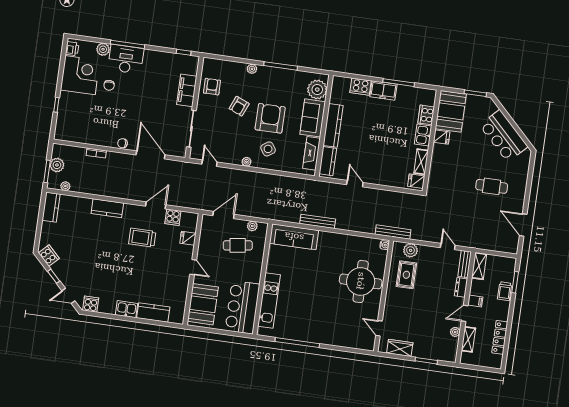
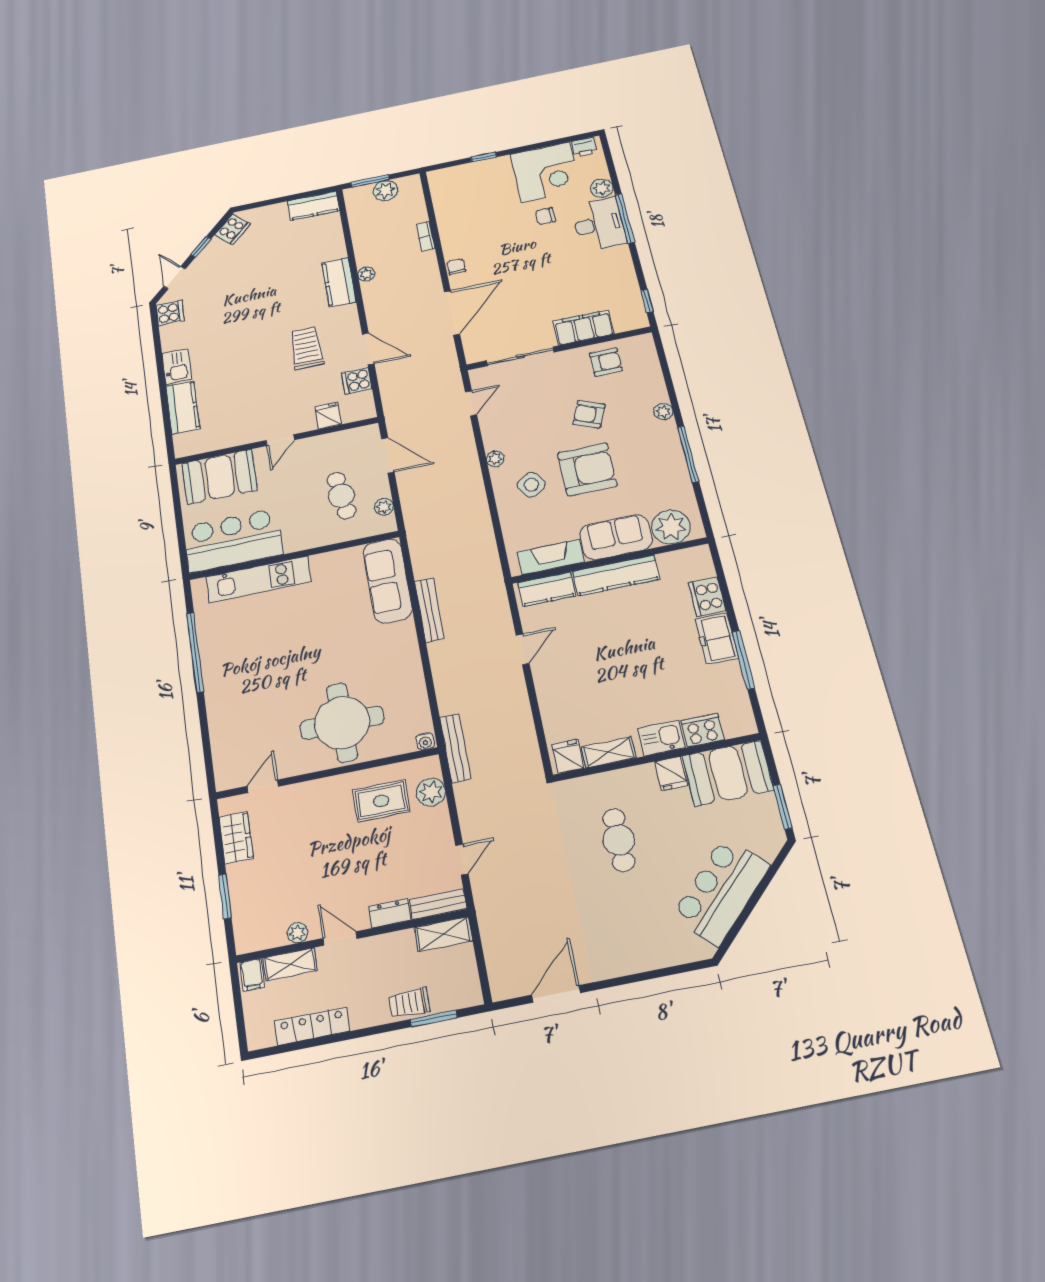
plant: (65, 186) -> (366, 274), moved
cafe table: (492, 186) -> (619, 840), moved
filing cabinet: (475, 301) -> (252, 975), moved

